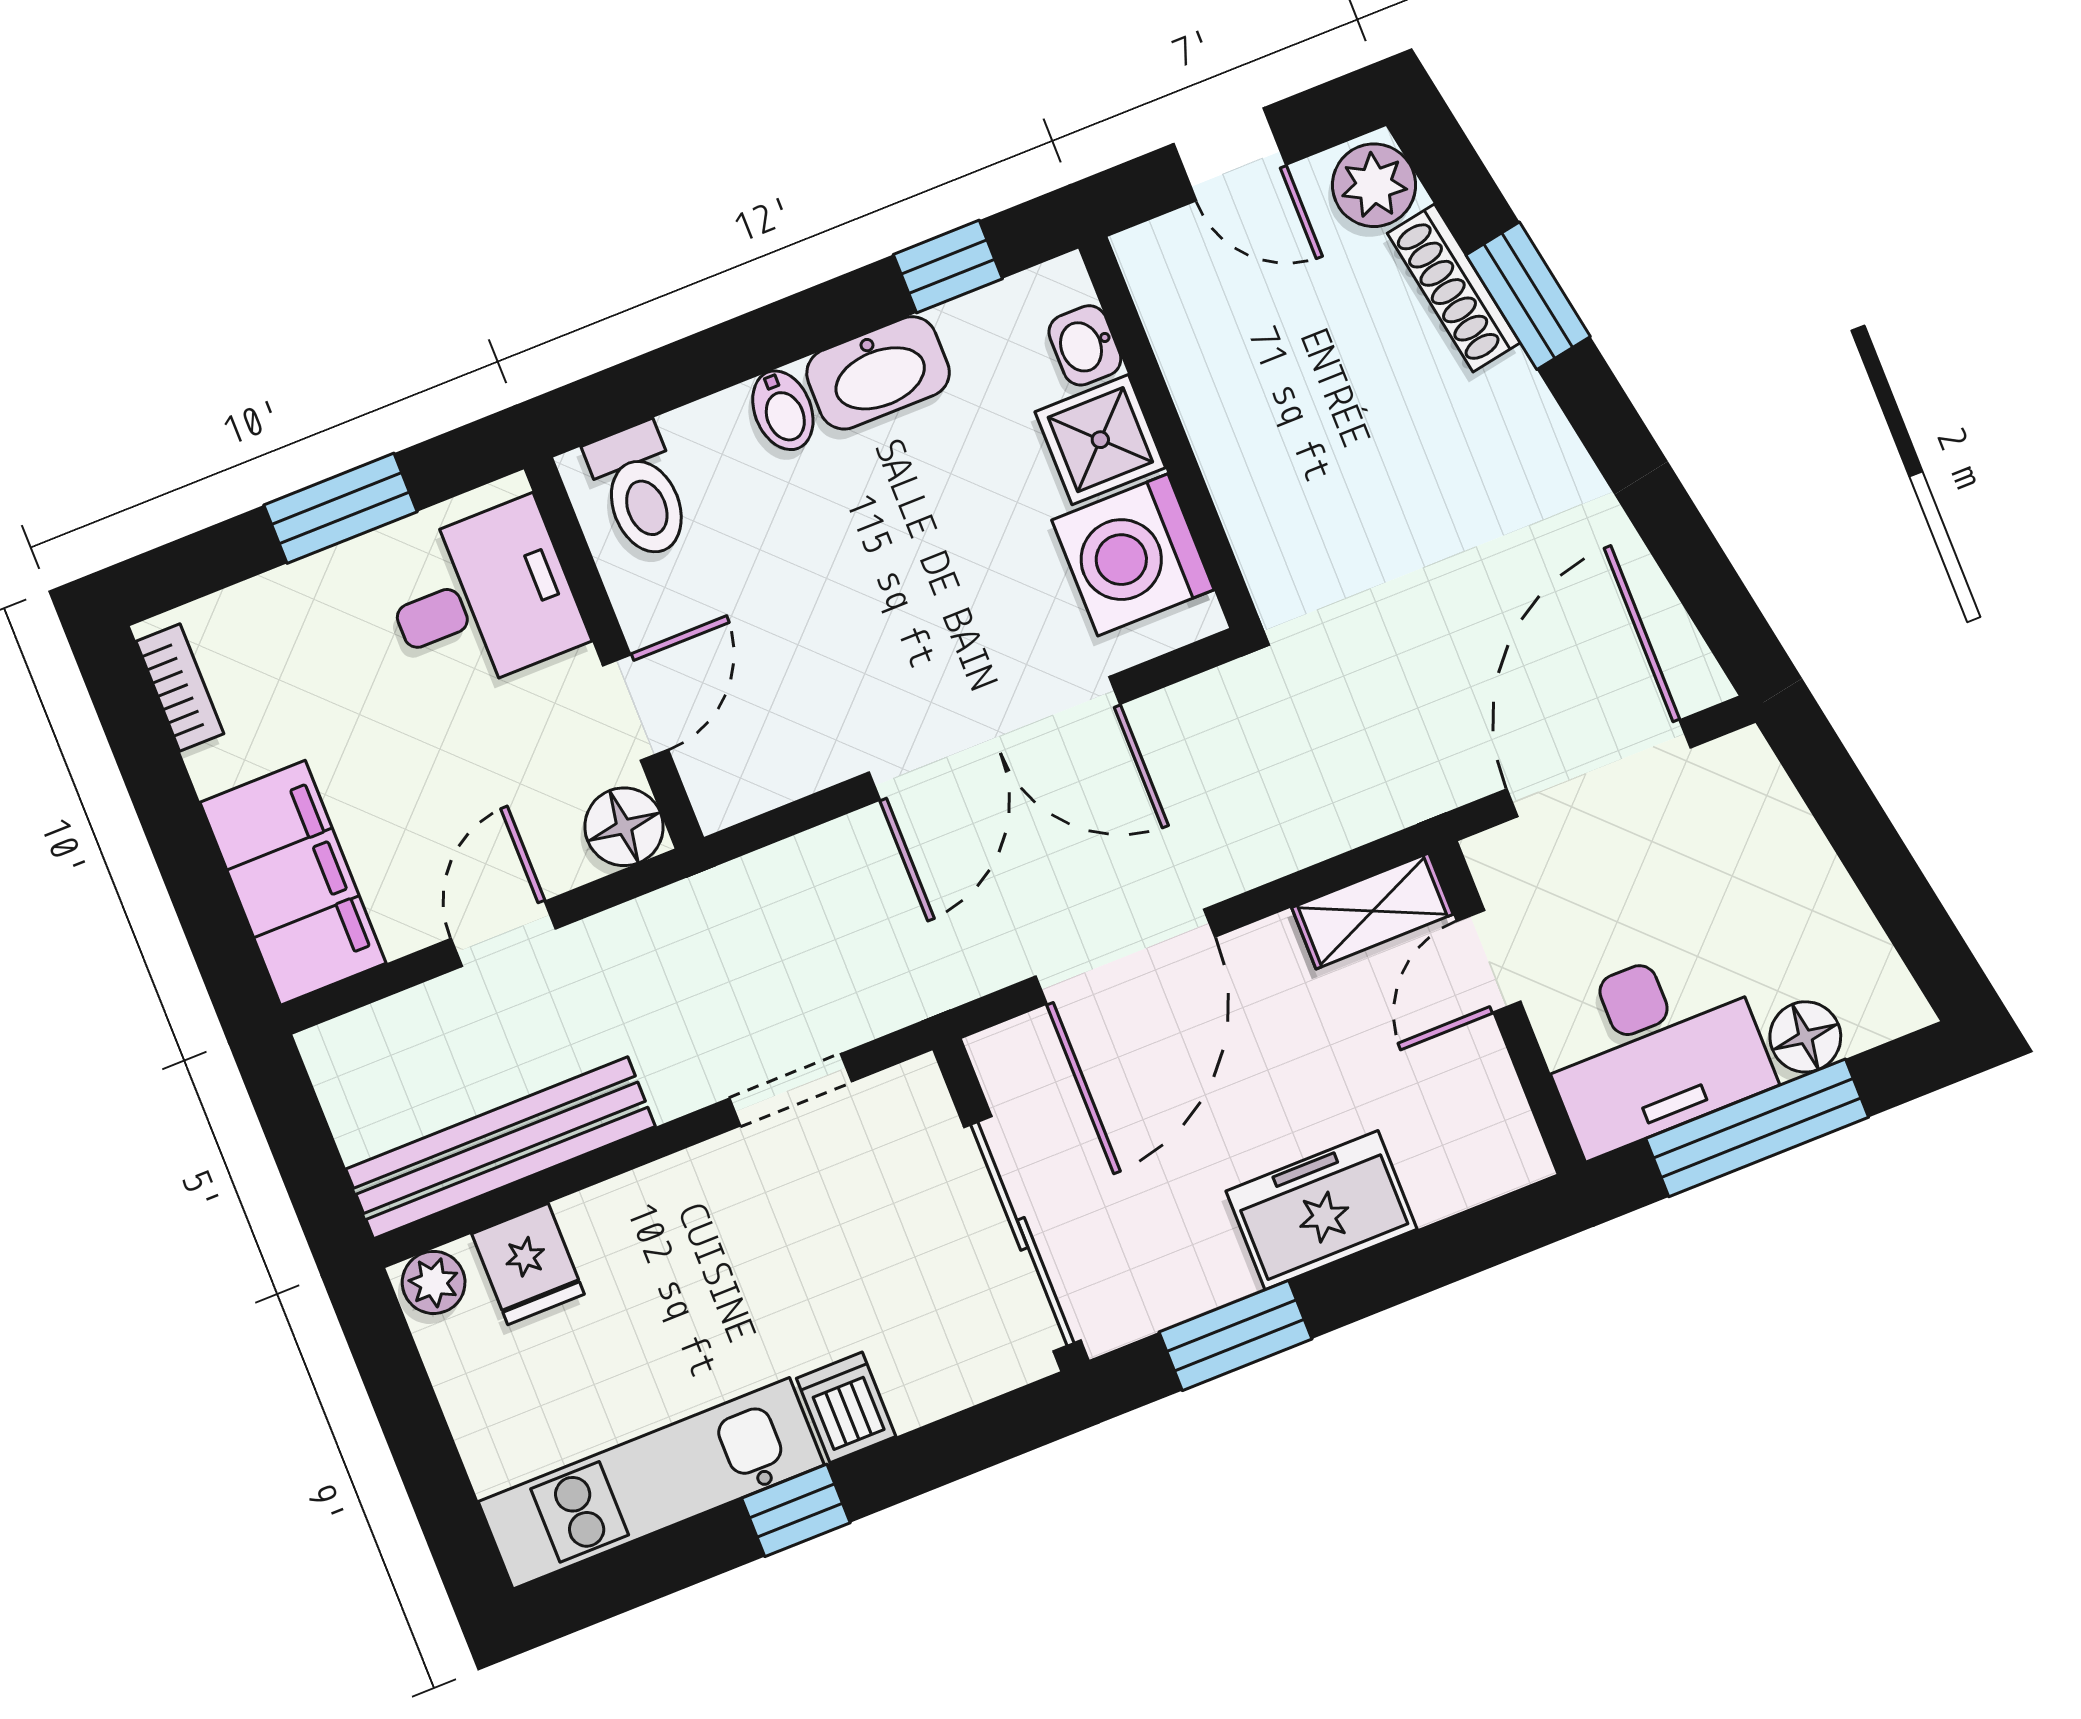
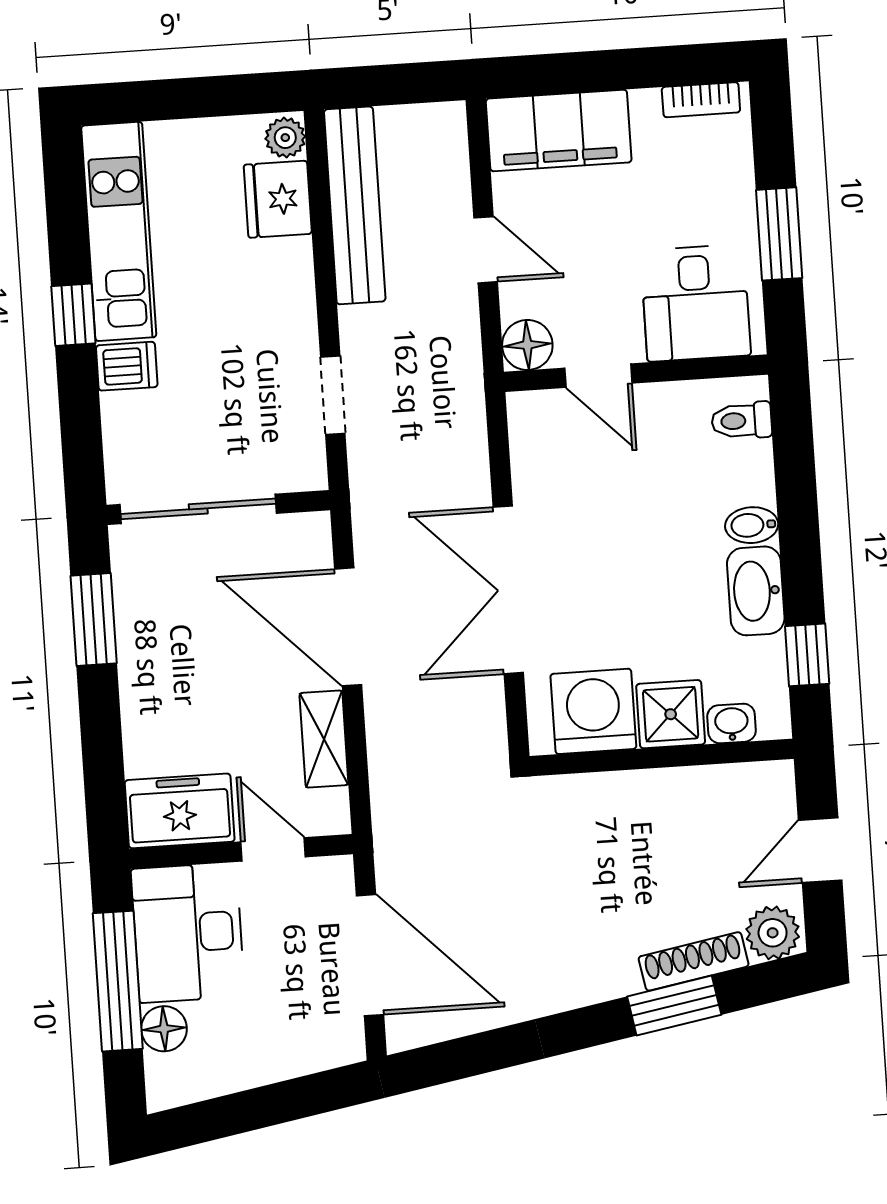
toilet: (640, 491) -> (742, 421), width x0.73, depth x0.72
shelving: (1372, 911) -> (324, 739), moved
freezer: (1321, 1210) -> (180, 811), moved, turned -90
fridge: (528, 1264) -> (278, 199), width x1.38

